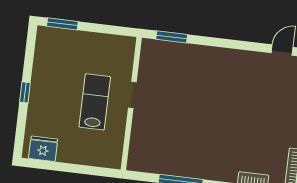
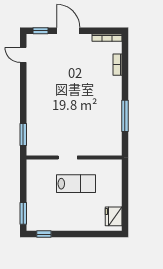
window: (25, 92) -> (44, 234), moved
lab bench: (95, 102) -> (76, 184), turned 180

